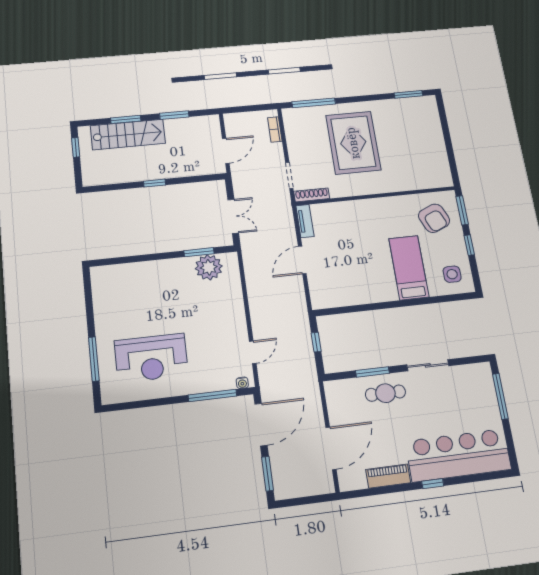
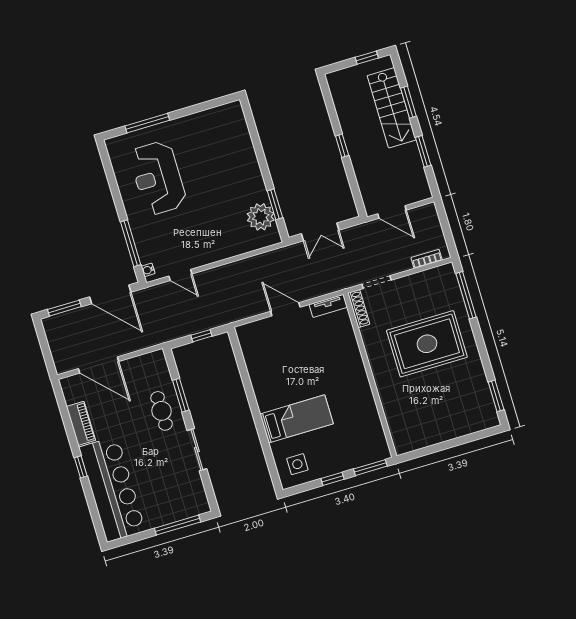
armchair: (434, 218) -> (356, 439), removed

